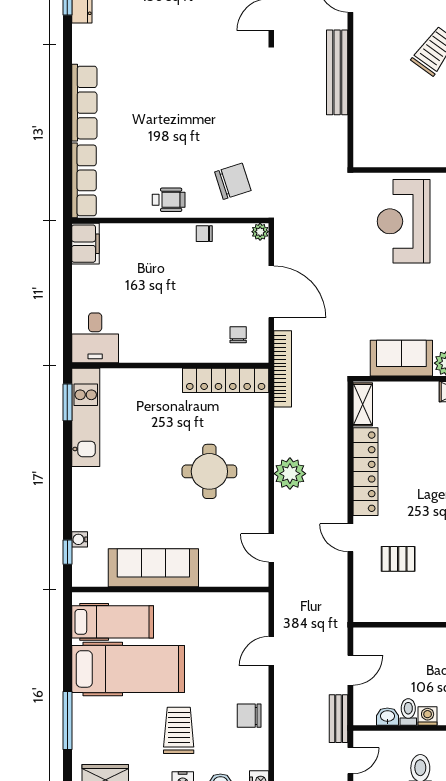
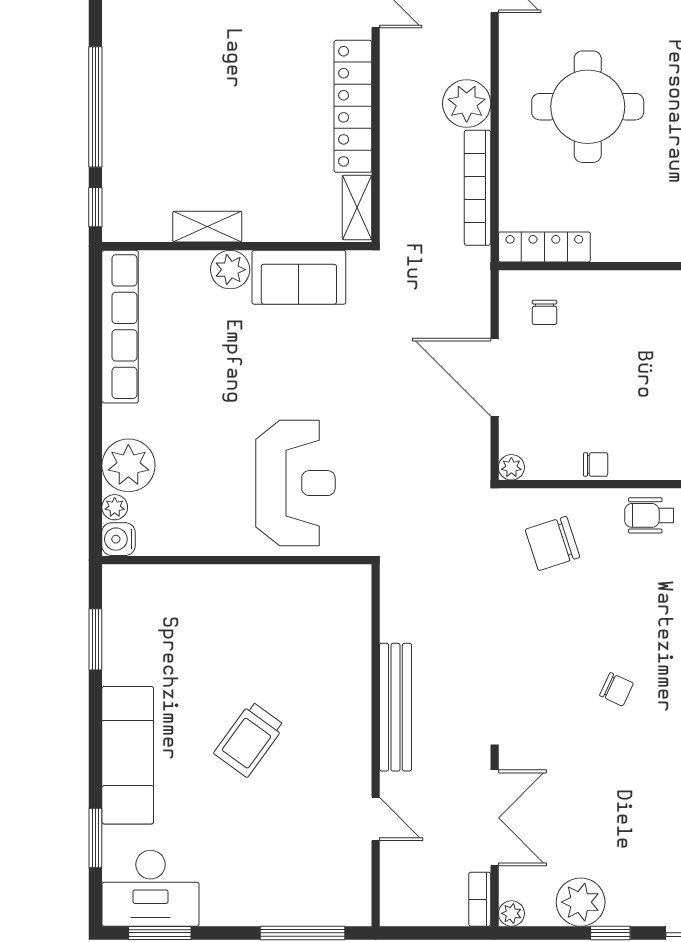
chair: (190, 84) -> (616, 689), added
bookcase: (283, 369) -> (478, 188), moved
locker: (226, 380) -> (544, 247), width x0.71, depth x0.83
round table: (209, 471) -> (588, 107), width x1.36, depth x1.36

